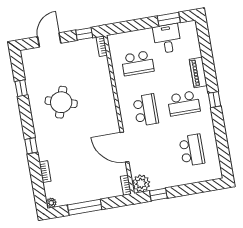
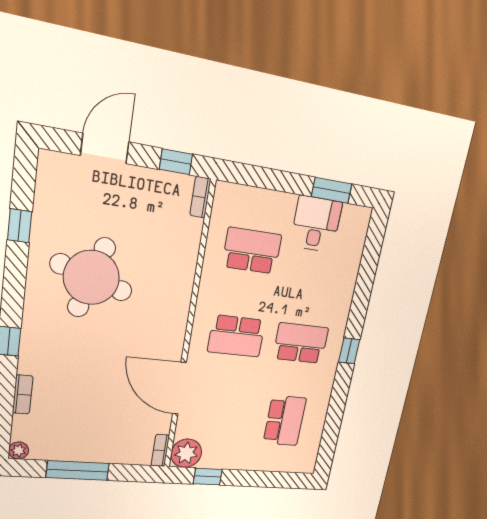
school desk: (138, 63) -> (252, 251), turned 180
piano: (198, 72) -> (342, 299), removed
round table: (61, 102) -> (91, 278), width x1.36, depth x1.36
school desk: (184, 103) -> (301, 343), turned 180
school desk: (146, 110) -> (236, 336), turned 90

